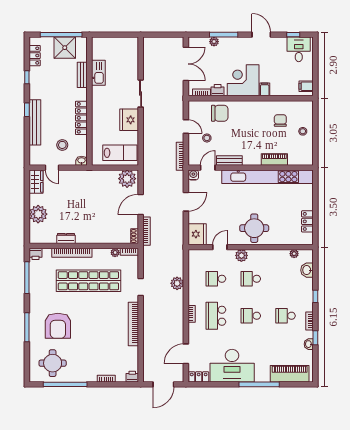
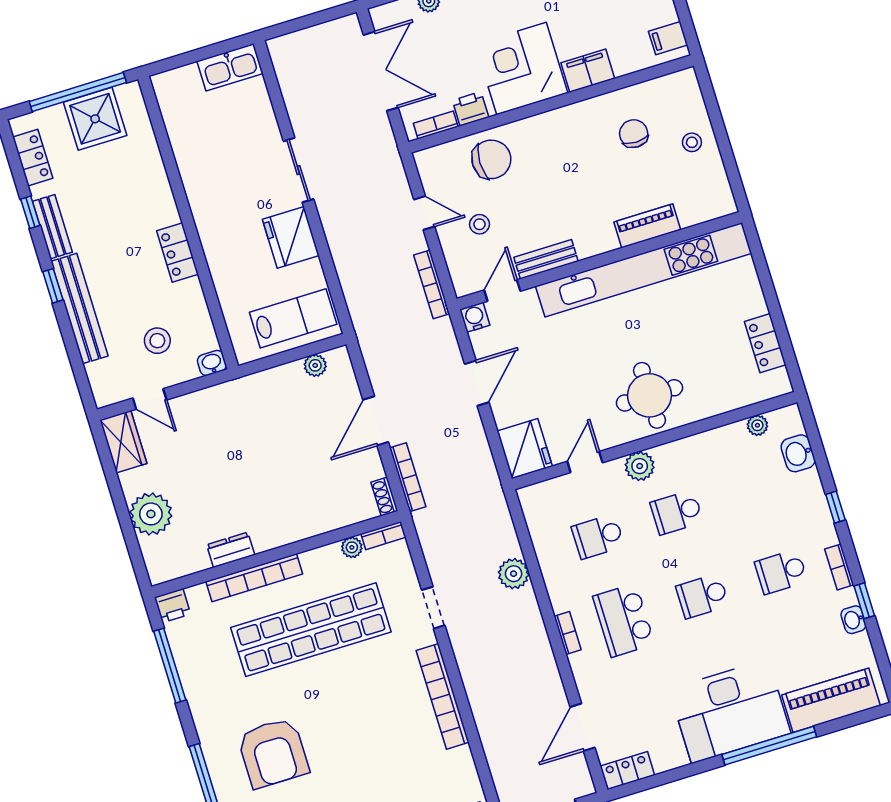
kitchen sink: (98, 73) -> (230, 67), moved, turned 90
bench: (82, 75) -> (52, 227), moved
filing cabinet: (265, 89) -> (588, 71), width x2.00
locker: (81, 118) -> (177, 252), width x0.66
plant: (127, 179) -> (315, 365), width x0.53, depth x0.53
desk: (232, 366) -> (730, 711), moved

